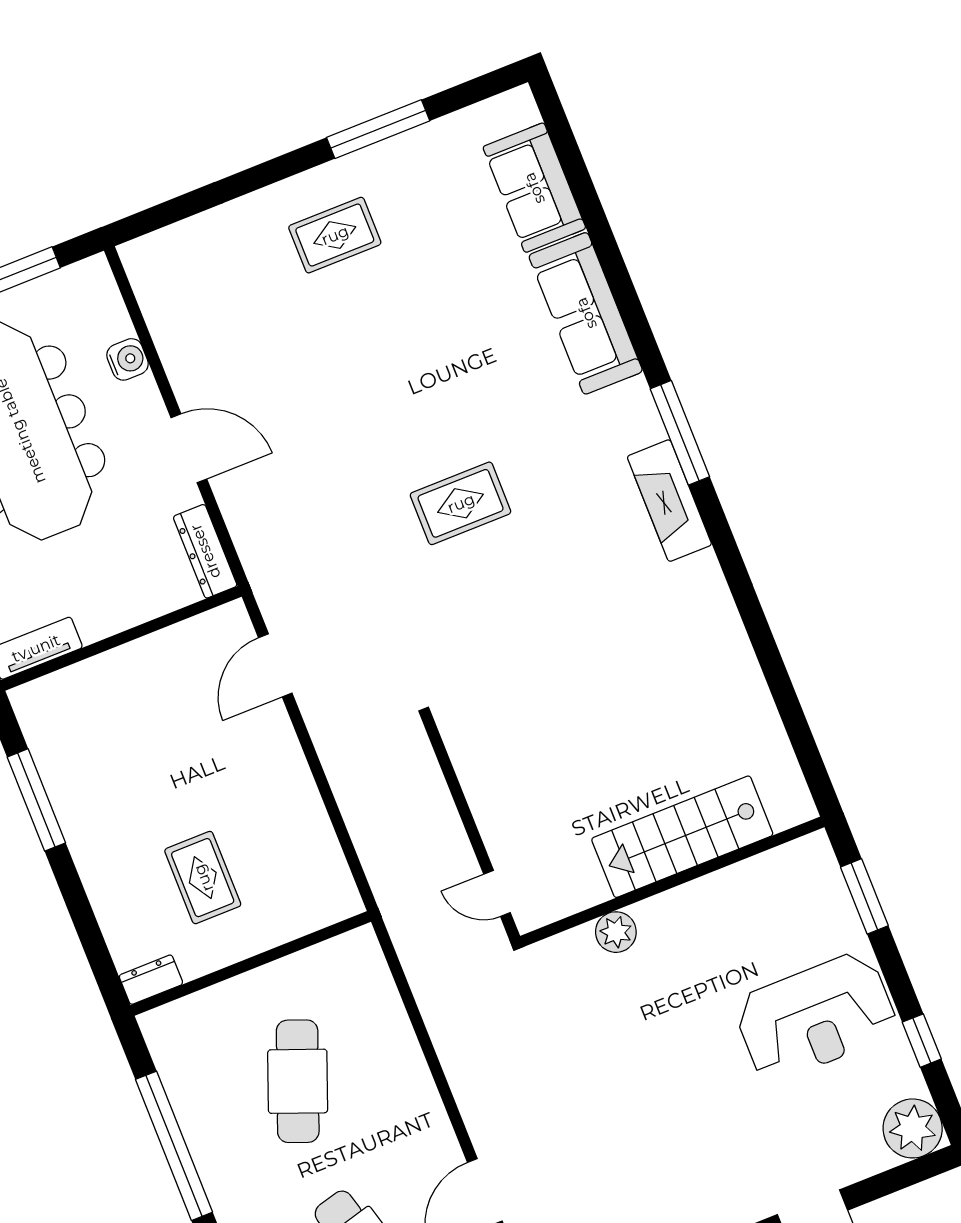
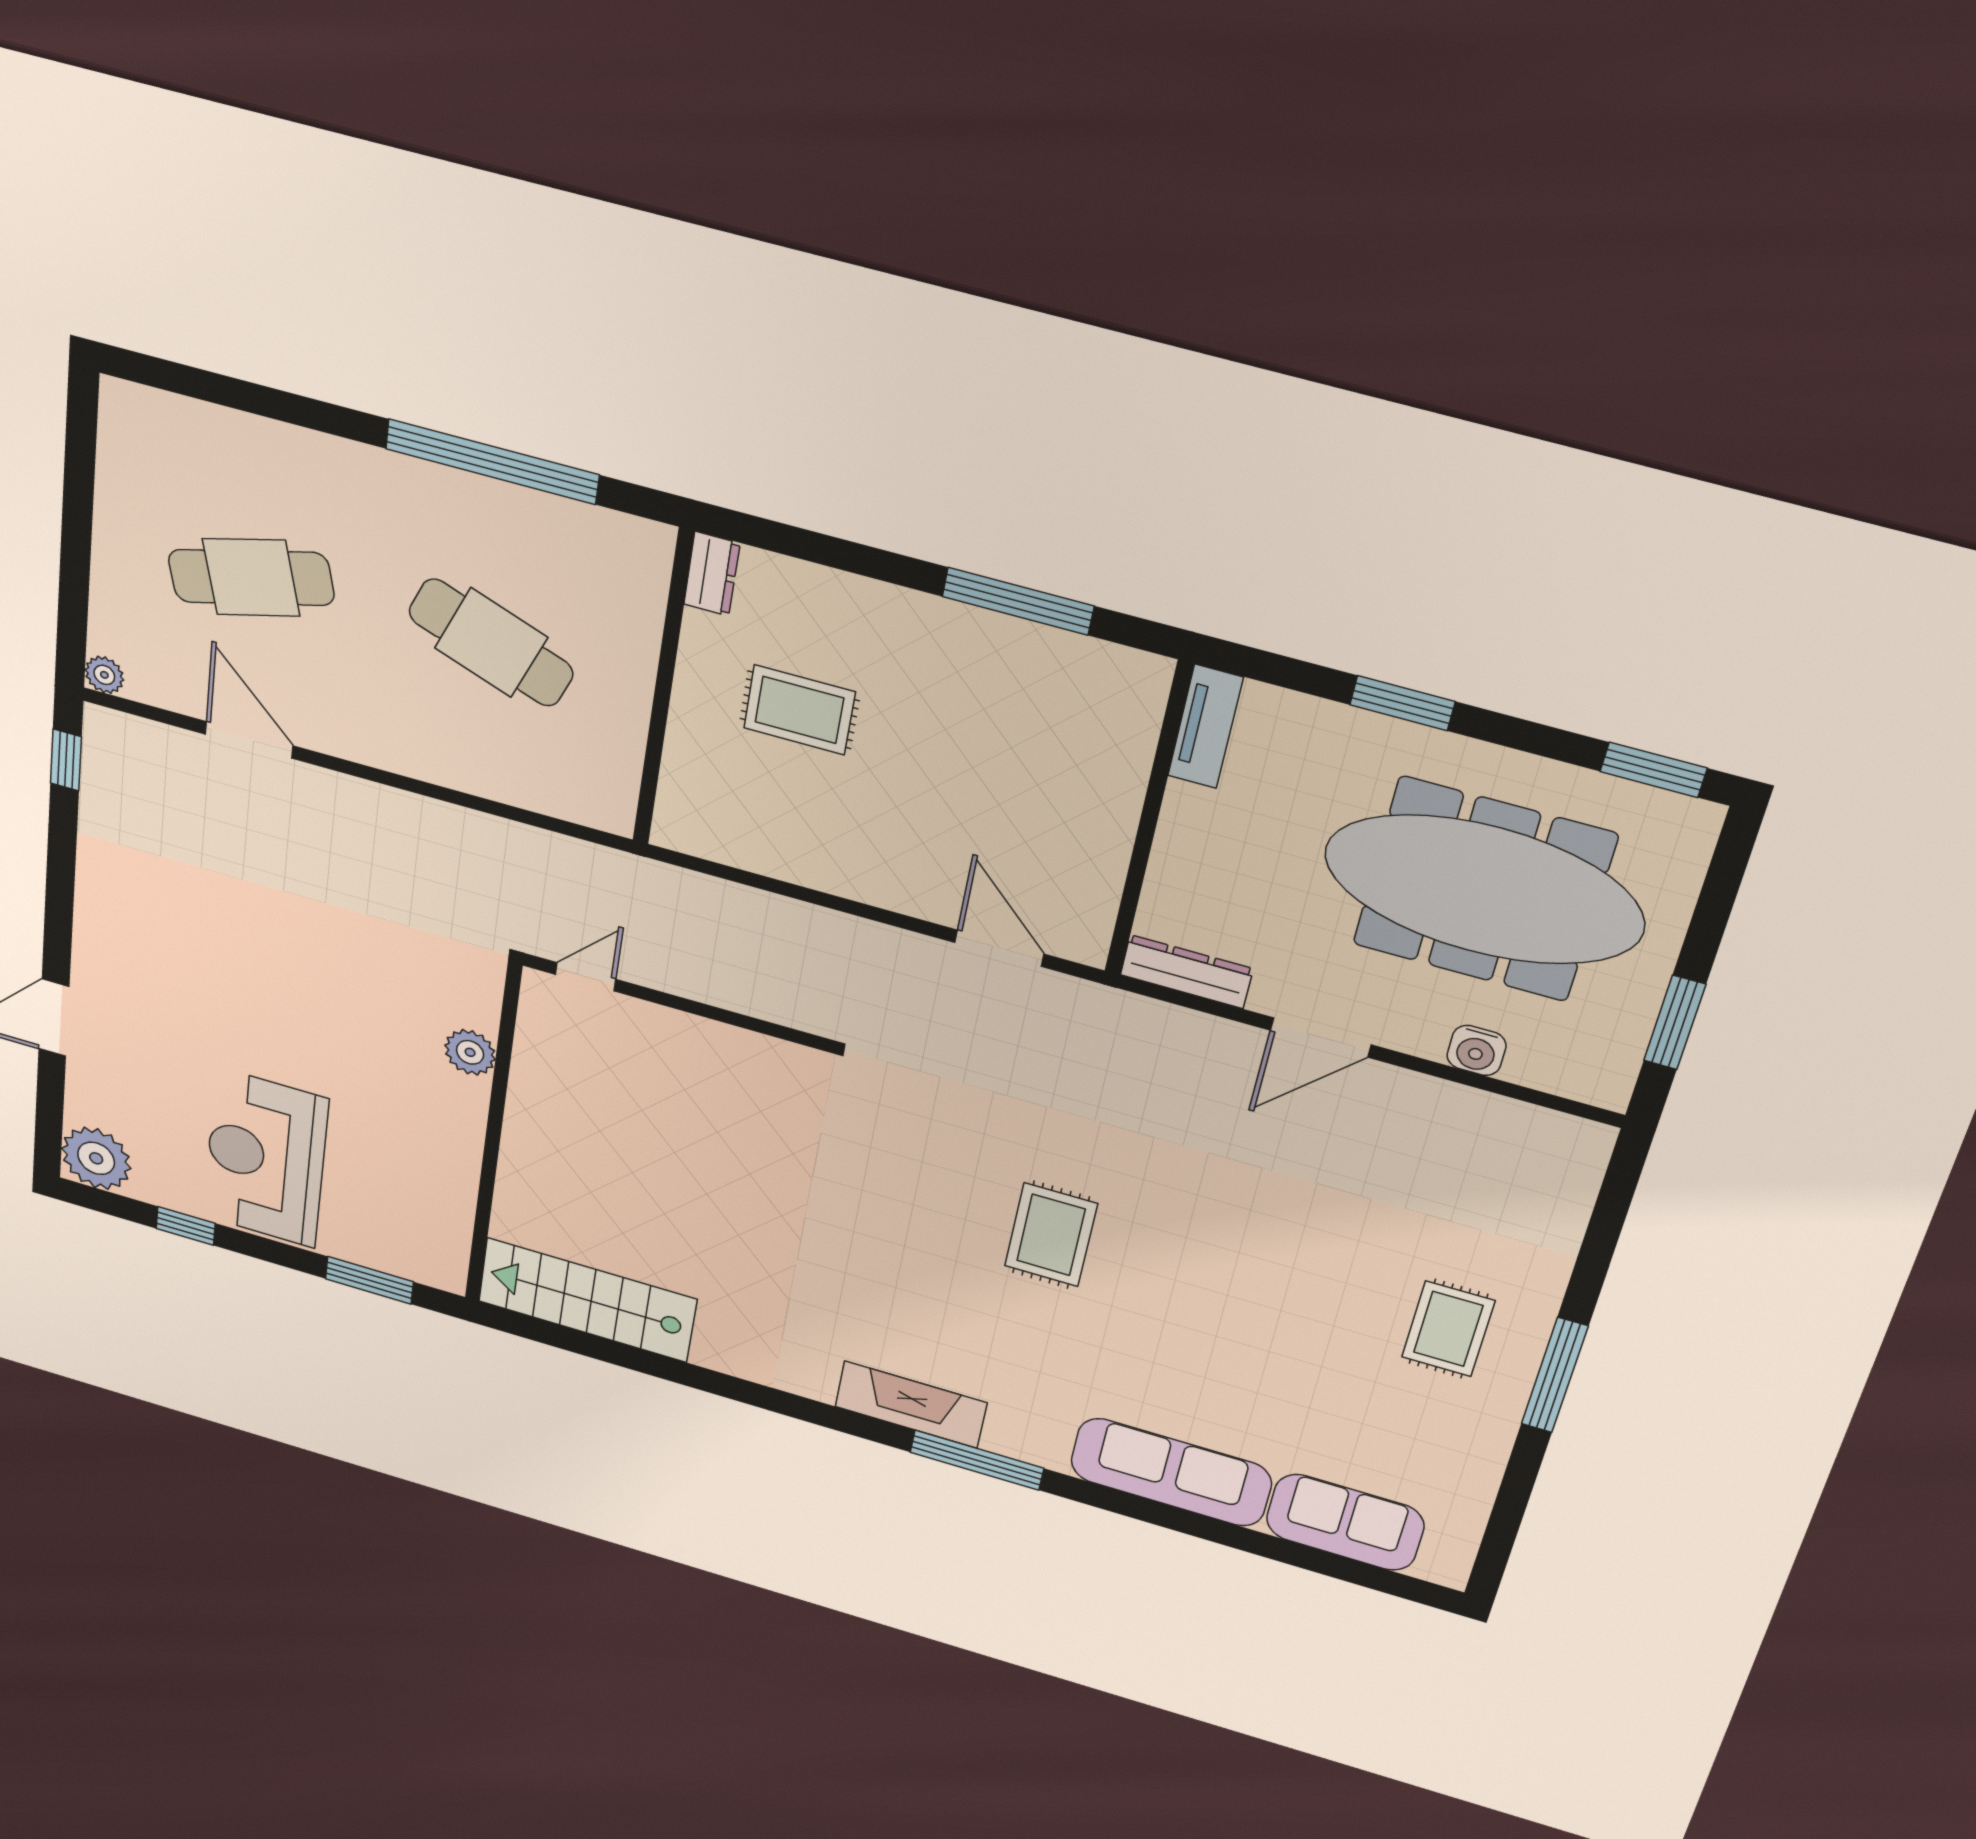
window: (378, 129) -> (1555, 1375), moved
stairs: (682, 837) -> (587, 1300), moved, turned -90

